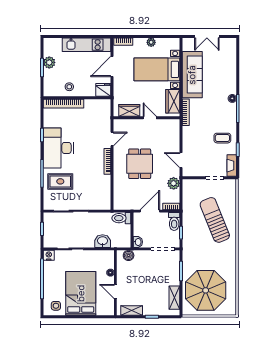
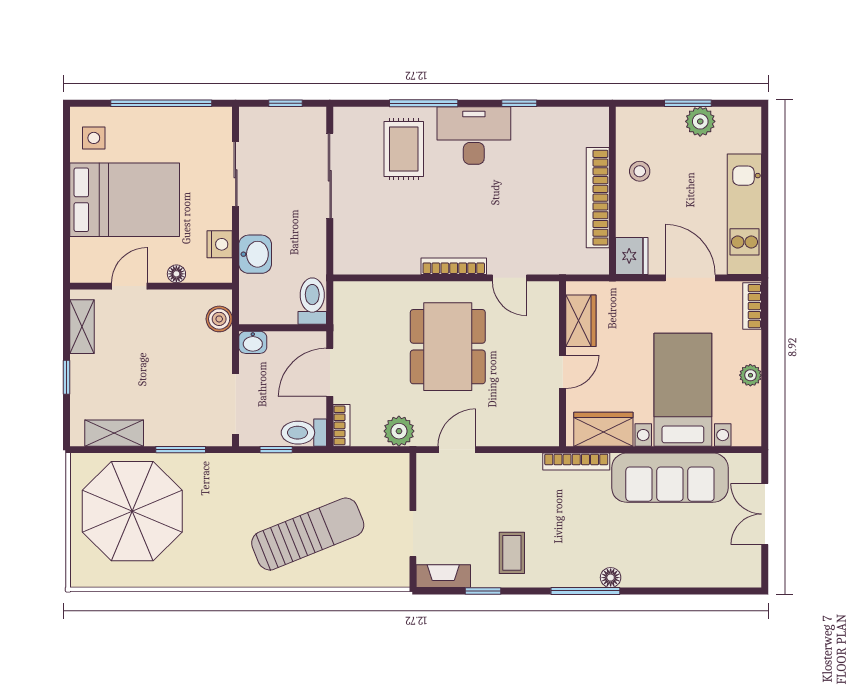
bookcase: (63, 104) -> (598, 198), moved
desk: (58, 148) -> (474, 135), width x0.73, depth x0.77
dining table: (140, 164) -> (448, 347), width x1.38
door: (150, 211) -> (330, 372), swing flipped
nightstand: (49, 255) -> (220, 244), moved

